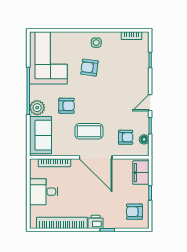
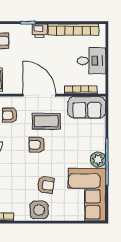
side table: (96, 43) -> (39, 210), width x1.87, depth x1.87
armchair: (66, 106) -> (37, 145), moved
plant: (37, 108) -> (98, 160), moved
sofa: (40, 135) -> (87, 107), moved, turned -90

